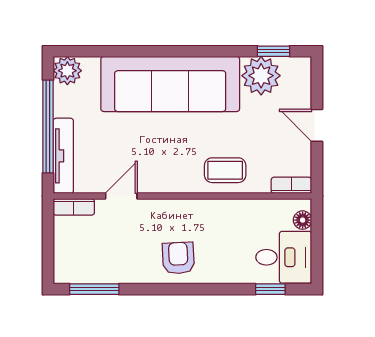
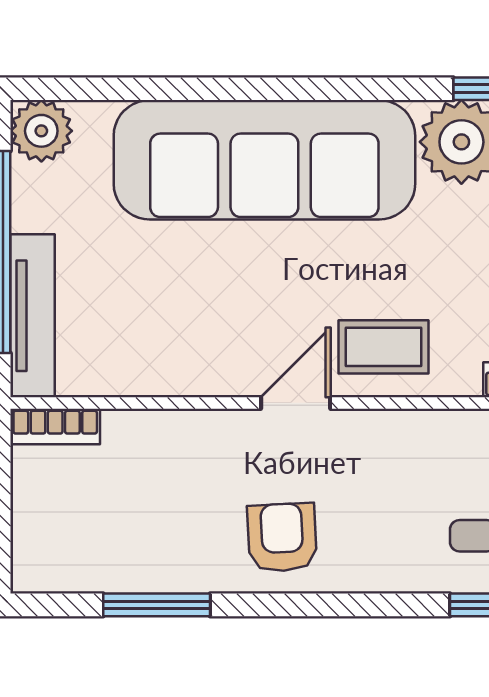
door: (121, 196) -> (296, 403), moved
window: (94, 289) -> (157, 605), moved

